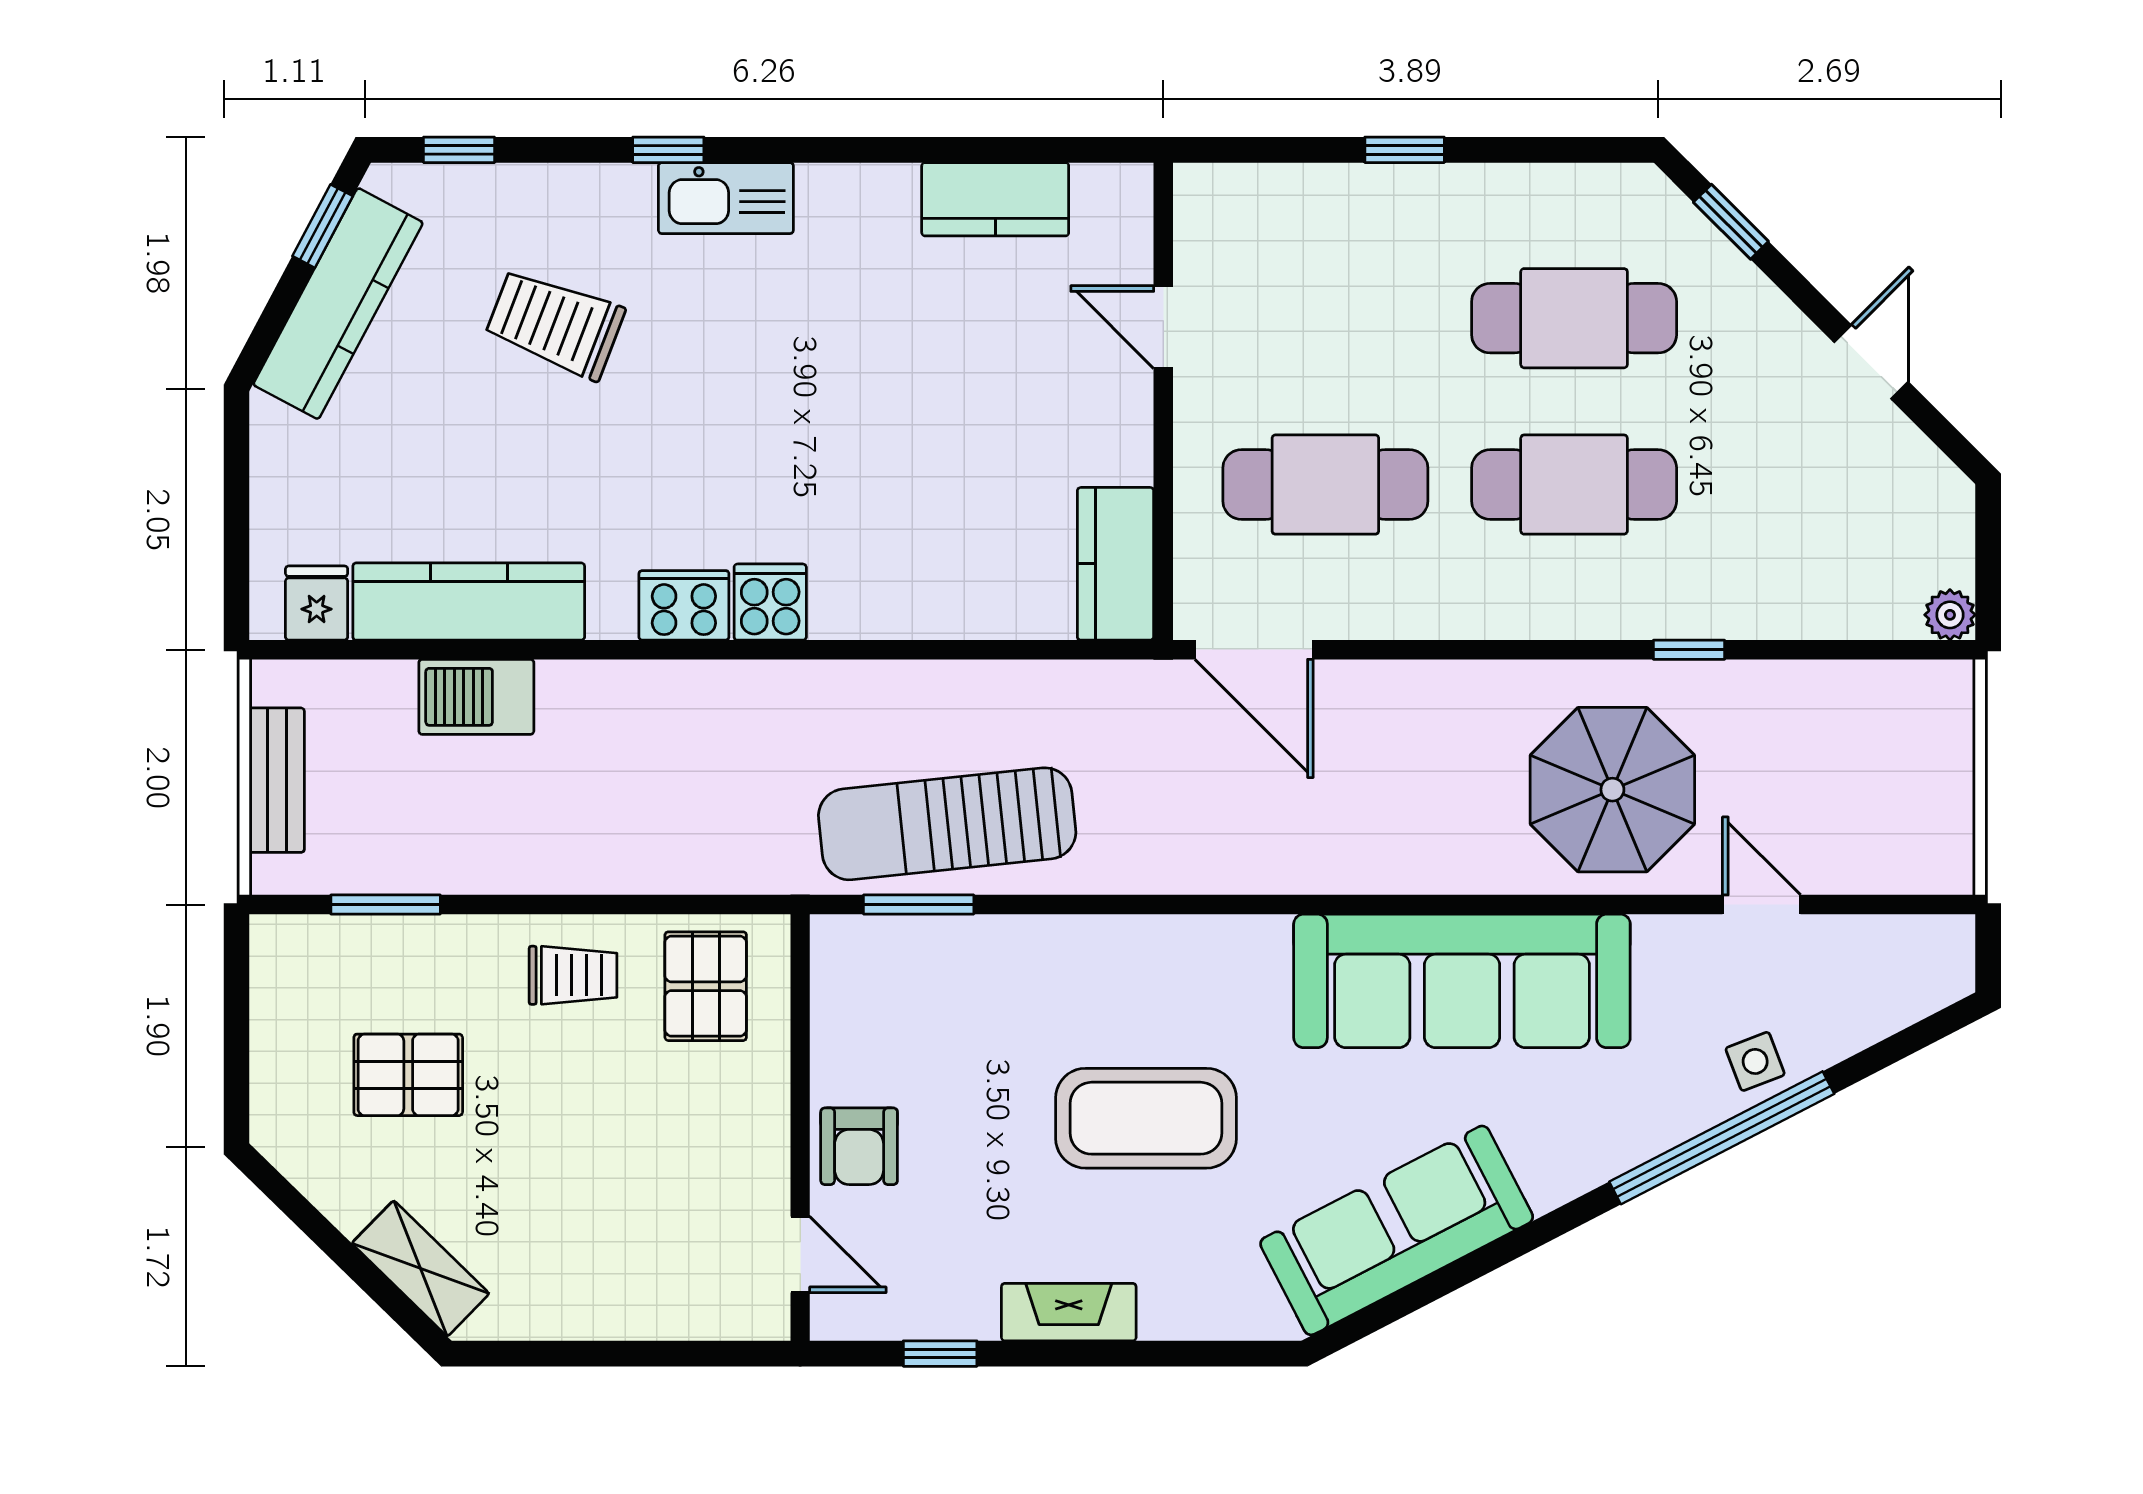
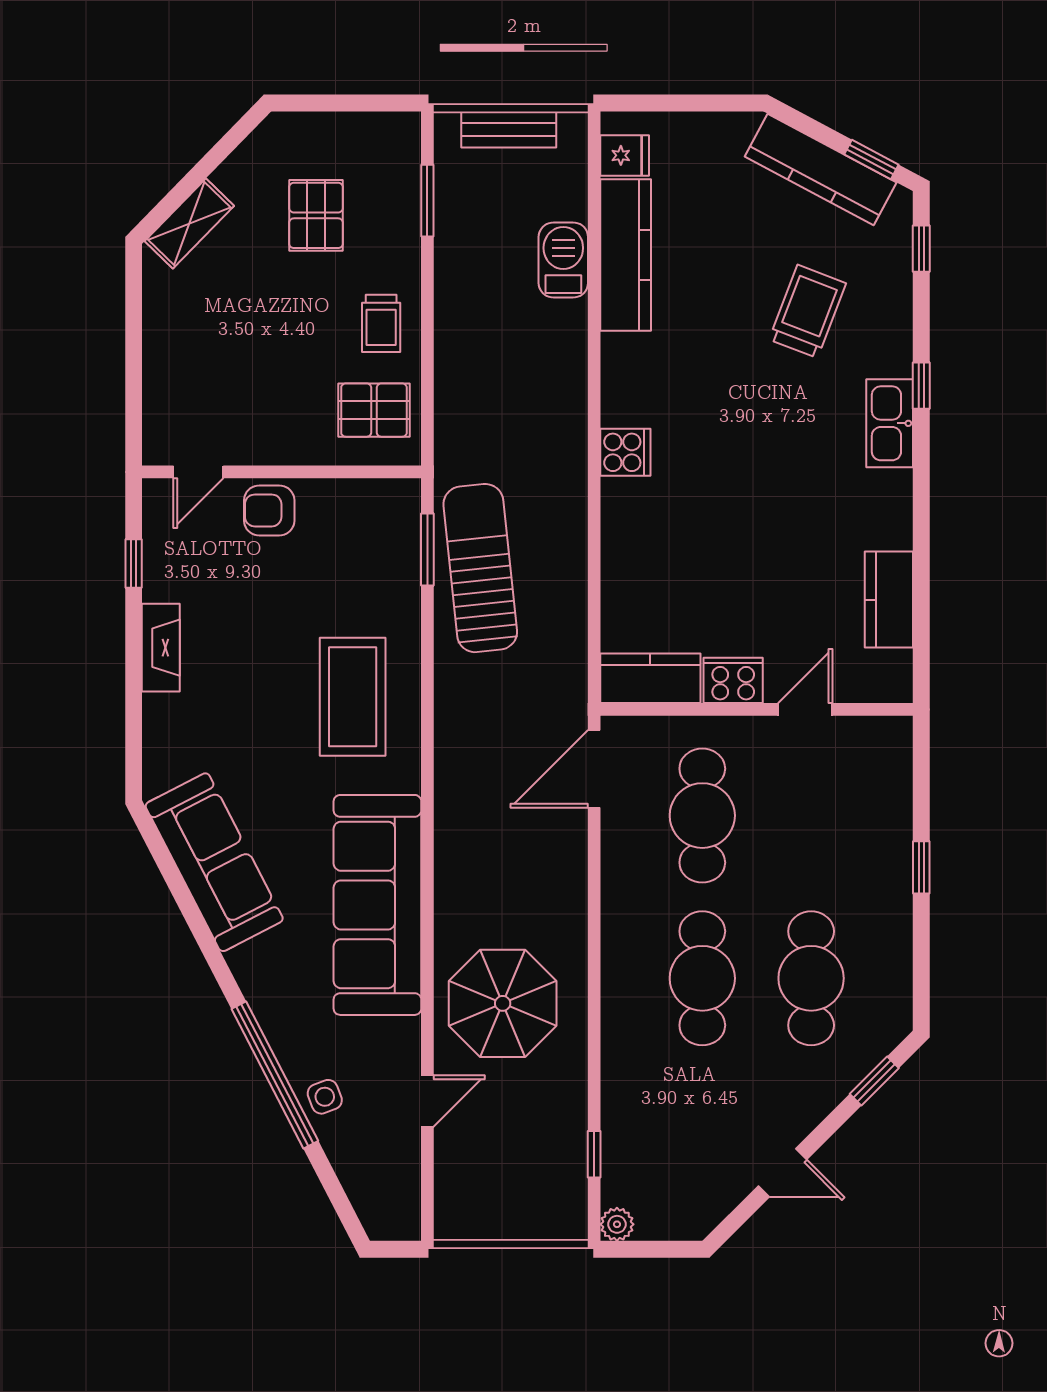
cooker: (684, 605) -> (733, 680), moved, turned -90
window: (1689, 650) -> (594, 1154), moved
coffee table: (1146, 1118) -> (353, 697), moved

